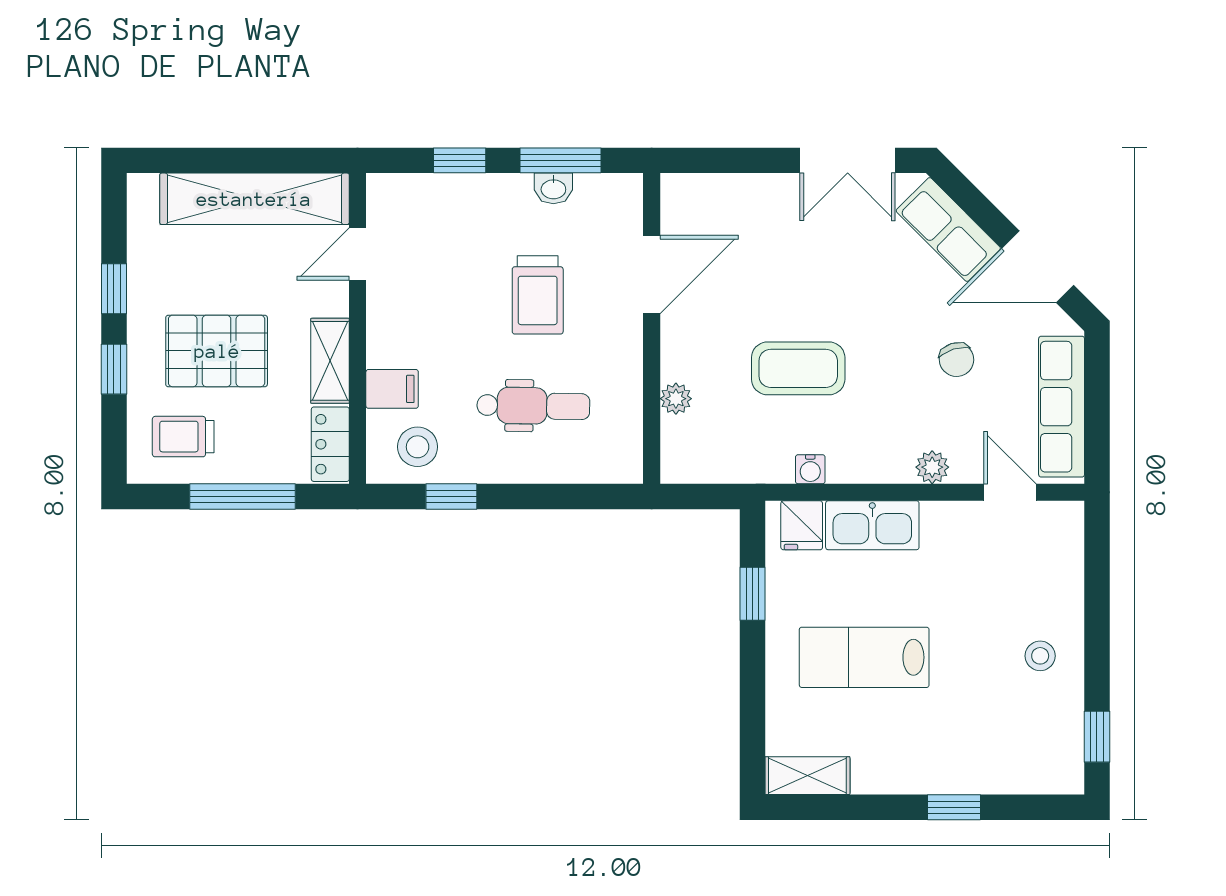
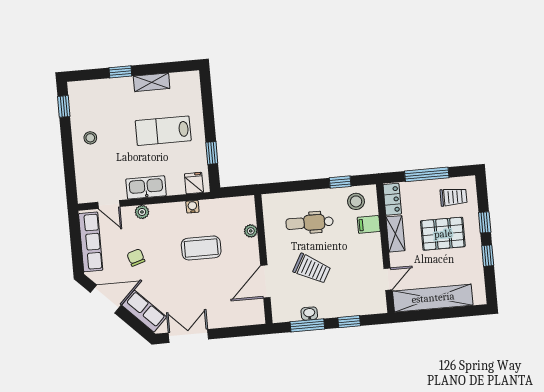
trolley: (538, 295) -> (312, 269), turned 119
kitchen sink: (872, 525) -> (146, 187), moved
lab bench: (864, 657) -> (163, 131), turned 180
shelving: (807, 776) -> (152, 82), moved

